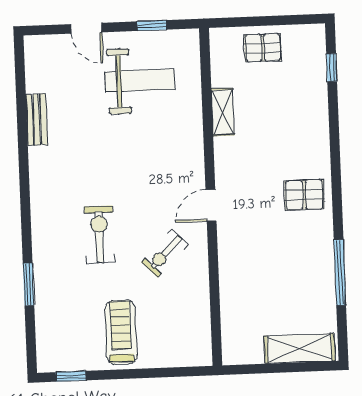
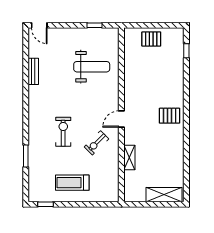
door: (87, 28) -> (39, 25), moved
weight bench: (140, 80) -> (92, 67), moved
shelving: (223, 112) -> (129, 157), moved
window: (340, 273) -> (186, 156), removed
treadmill: (121, 332) -> (72, 183), turned -90

